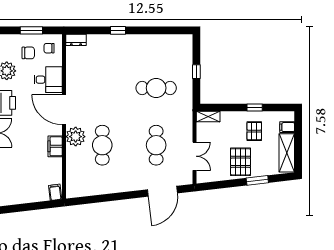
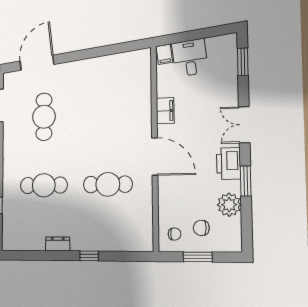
dresser: (76, 40) -> (58, 244), moved
desk: (48, 80) -> (190, 58), moved, turned 83
plant: (76, 137) -> (140, 124), removed
cafe table: (102, 145) -> (108, 184), moved, turned 90

